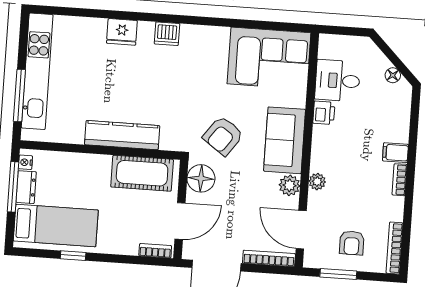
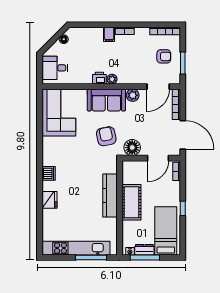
desk: (338, 81) -> (55, 68), moved, turned 90
printer: (324, 113) -> (99, 78), moved
armchair: (223, 136) -> (106, 136), turned -137
cot: (142, 173) -> (132, 202), moved
plant: (317, 182) -> (112, 79), moved
door: (180, 221) -> (158, 158), swing flipped
window: (73, 256) -> (183, 208), moved

